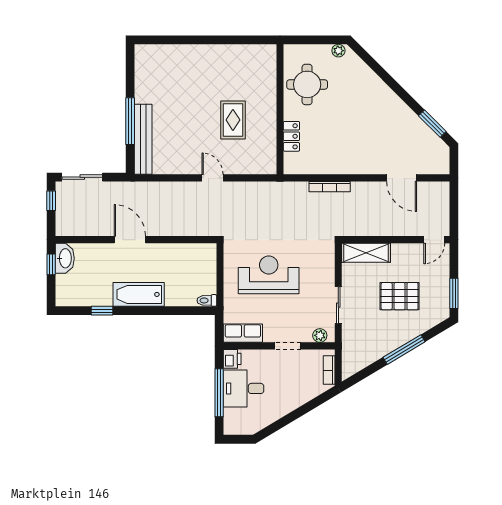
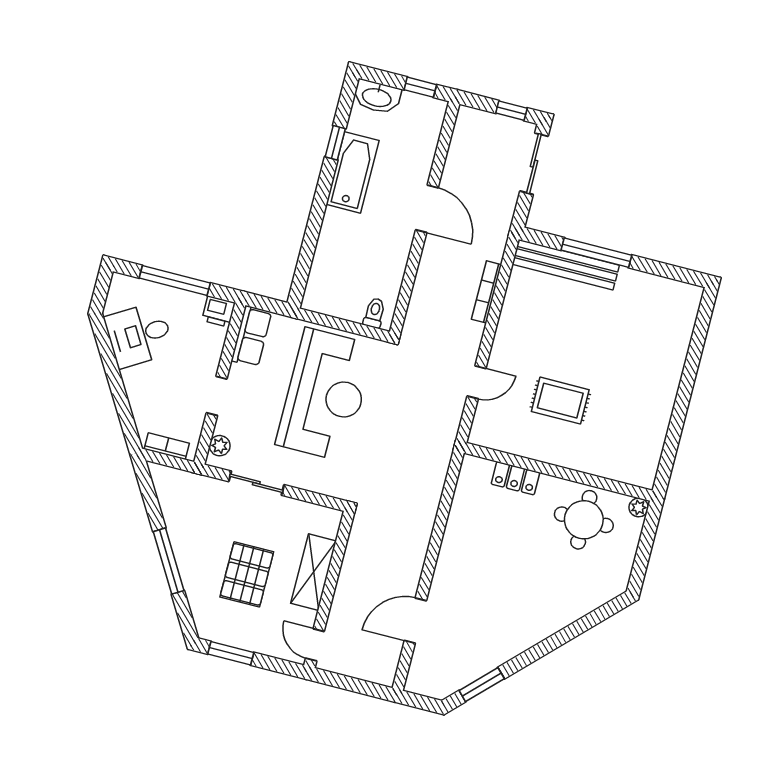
plant: (338, 51) -> (639, 507), moved
door: (213, 178) -> (477, 382), moved
bookcase: (330, 187) -> (487, 292), moved
door: (130, 240) -> (427, 209), hinge flipped
shelving: (366, 253) -> (314, 572), moved
washbasin: (65, 258) -> (377, 97), moved
reception desk: (269, 275) -> (325, 395), width x1.36, depth x1.30
bathtub: (139, 294) -> (353, 172), moved
toilet: (207, 300) -> (374, 313), moved
desk: (244, 388) -> (139, 335), moved, turned -121

